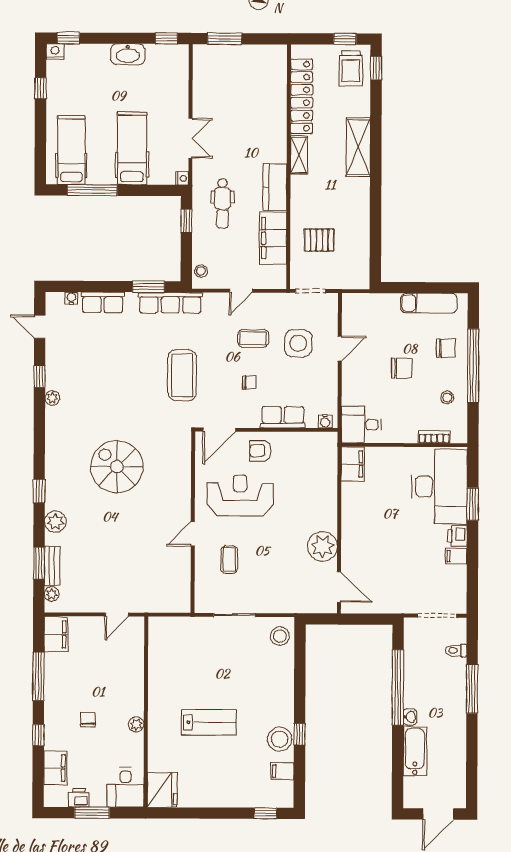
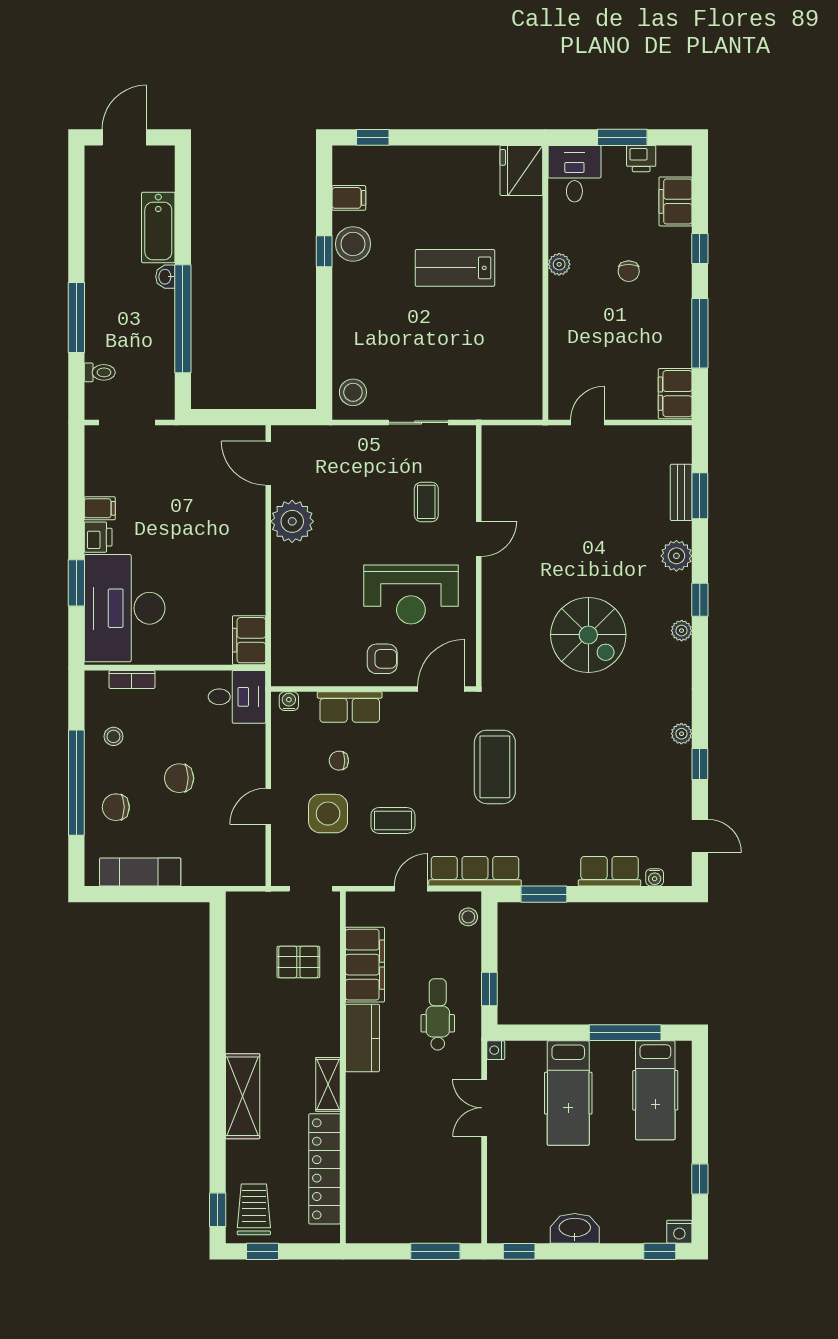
row of seats: (170, 303) -> (475, 871), moved
chair: (249, 383) -> (339, 761), moved
plant: (52, 594) -> (682, 631), moved

